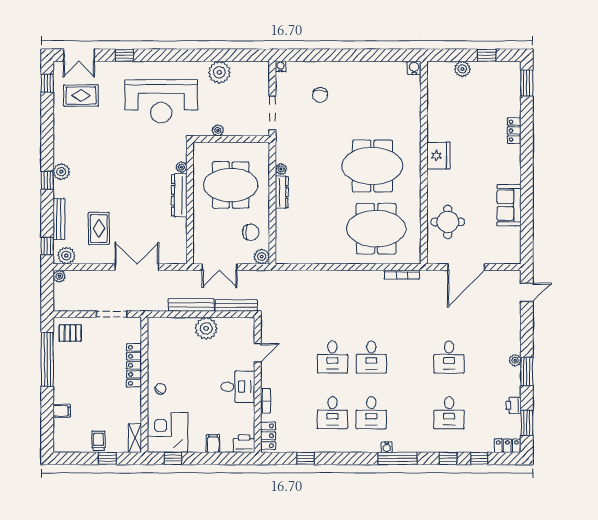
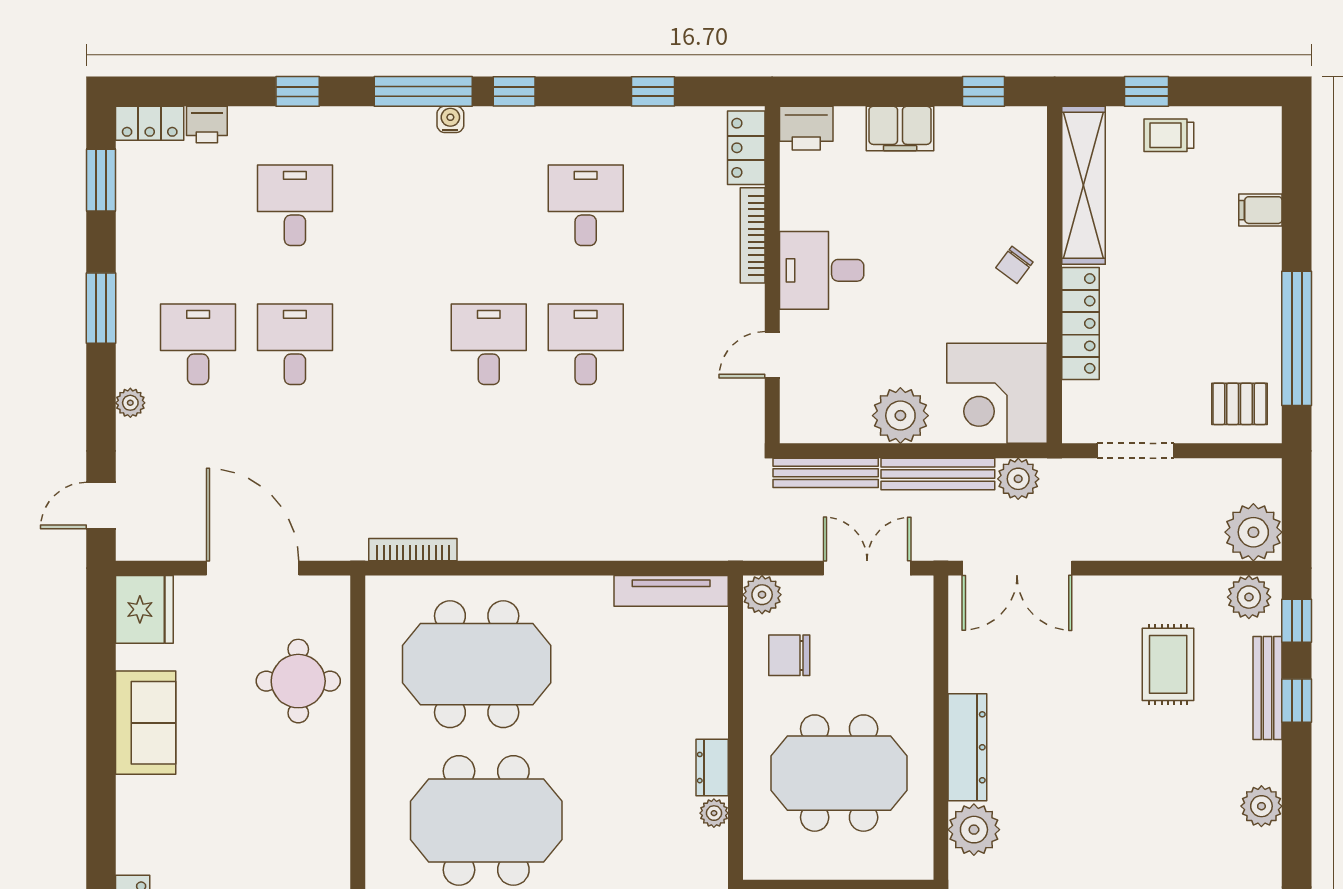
fridge: (438, 156) -> (144, 609), moved, turned 180
plant: (181, 167) -> (974, 830), width x1.87, depth x1.87
window: (47, 180) -> (1297, 701), moved
dresser: (282, 192) -> (712, 768), width x0.70
tv unit: (298, 258) -> (671, 591), added
double door: (137, 267) -> (1017, 568), moved
door: (466, 267) -> (253, 568), hinge flipped
plant: (59, 276) -> (1253, 532), width x1.88, depth x1.88
plant: (159, 303) -> (1018, 479), added
plant: (515, 360) -> (130, 403), moved
bookcase: (265, 401) -> (753, 235), width x1.56
printer: (514, 405) -> (207, 124), moved, turned 90
desk: (371, 413) -> (198, 344), moved
corner desk: (167, 432) -> (997, 393), moved, turned 90
shelving: (135, 438) -> (1083, 185), width x2.20, depth x1.33
trolley: (98, 441) -> (1169, 135), turned 90
filing cabinet: (213, 444) -> (900, 128), width x2.00
window: (479, 458) -> (514, 91), moved

